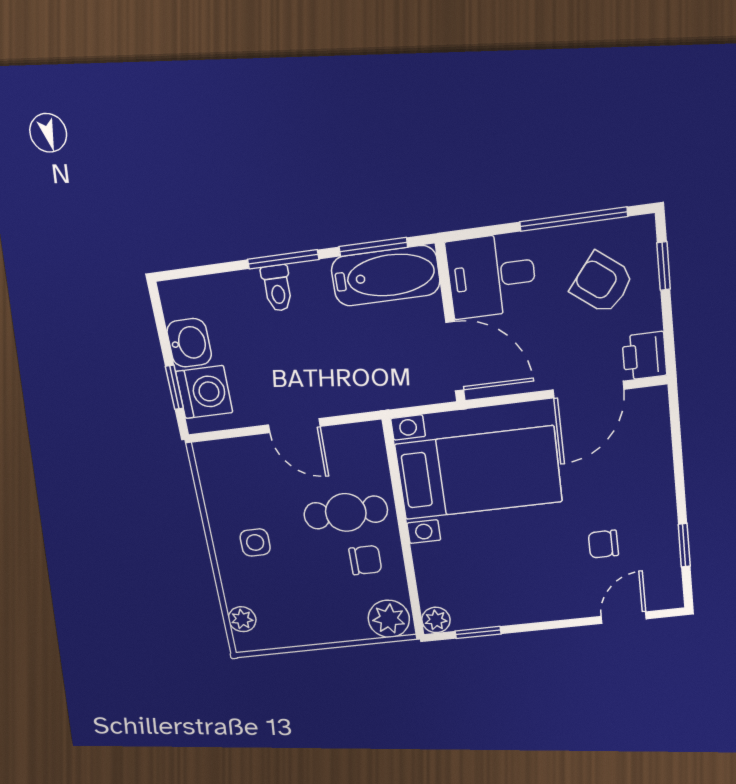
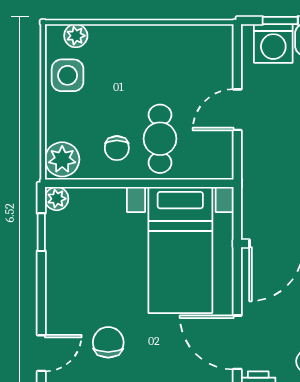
side table: (255, 542) -> (68, 75), moved, width x1.37, depth x1.37
chair: (603, 544) -> (108, 342), width x1.37, depth x1.37
door: (624, 618) -> (41, 353), hinge flipped

